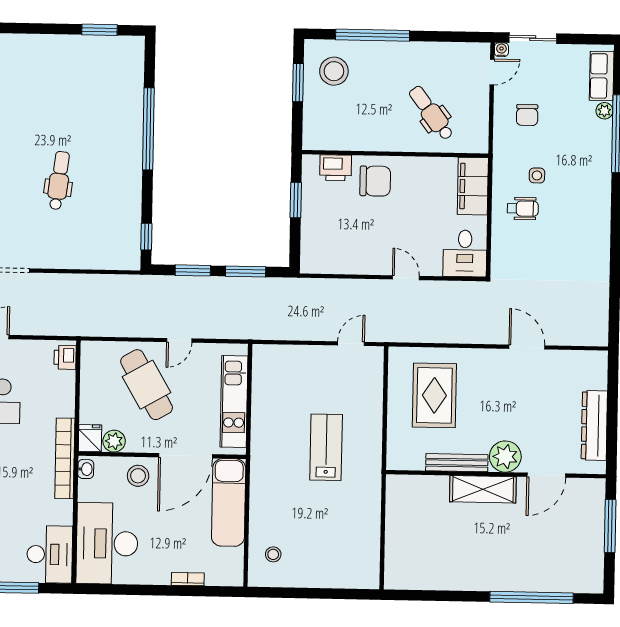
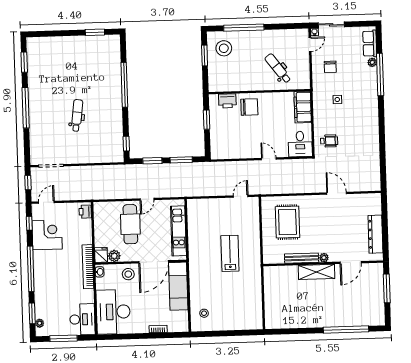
wheelchair: (523, 209) -> (329, 141), moved
cafe table: (147, 385) -> (130, 224), turned 30
plant: (505, 457) -> (324, 258), width x0.53, depth x0.53

